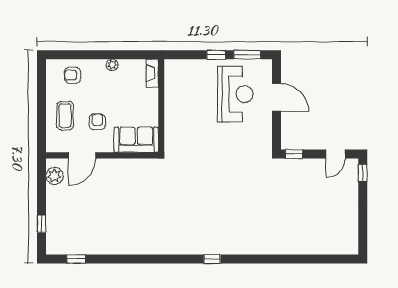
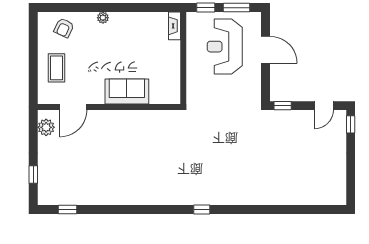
fireplace: (152, 73) -> (174, 26), moved
armchair: (73, 75) -> (64, 28), turned -65
reception desk: (235, 94) -> (225, 47), turned 180
wall: (161, 106) -> (183, 58), moved
armchair: (97, 122) -> (88, 74), removed

